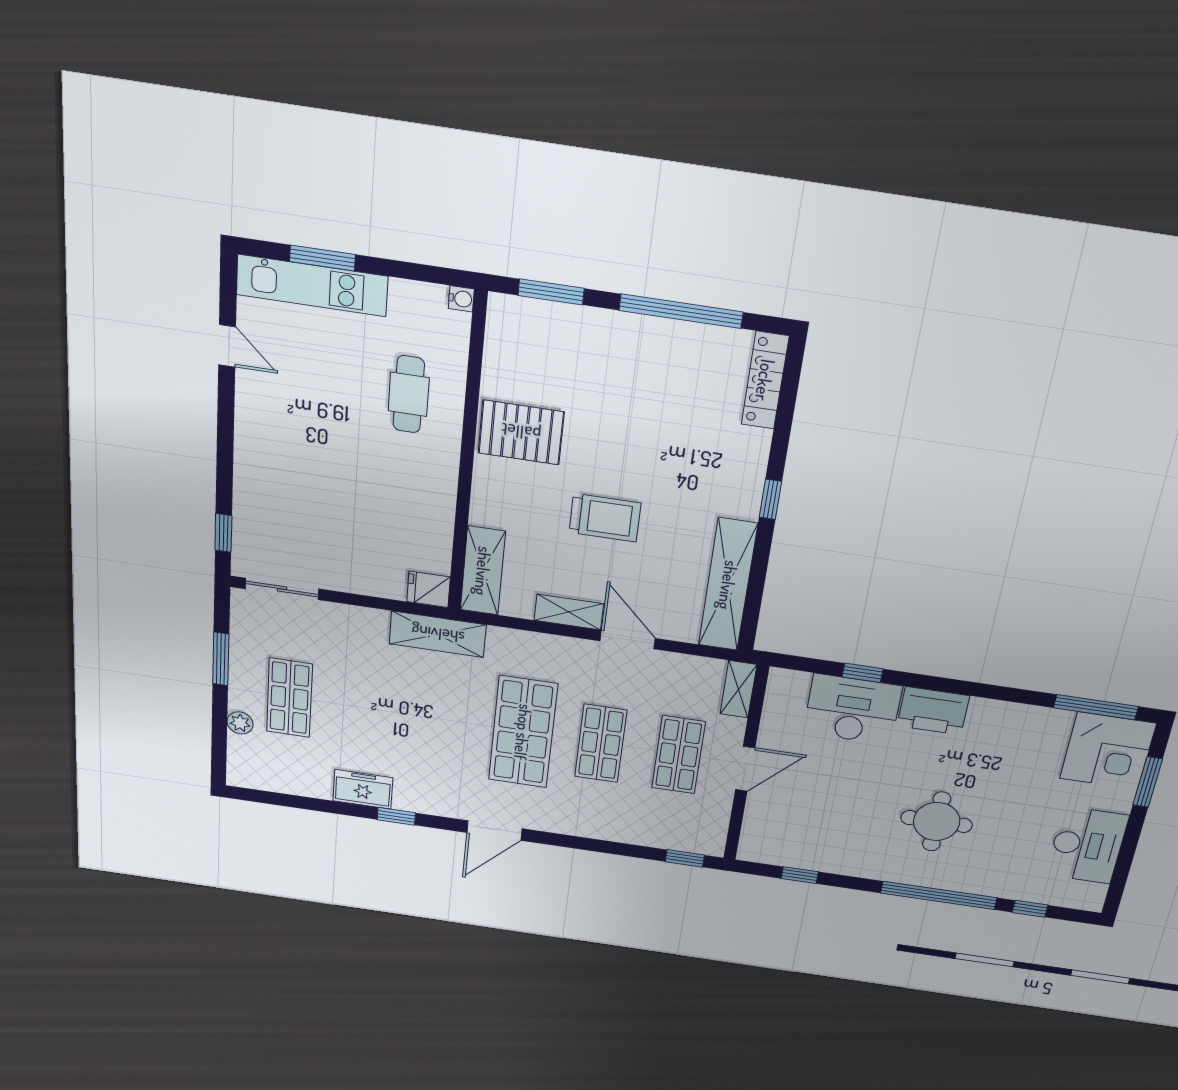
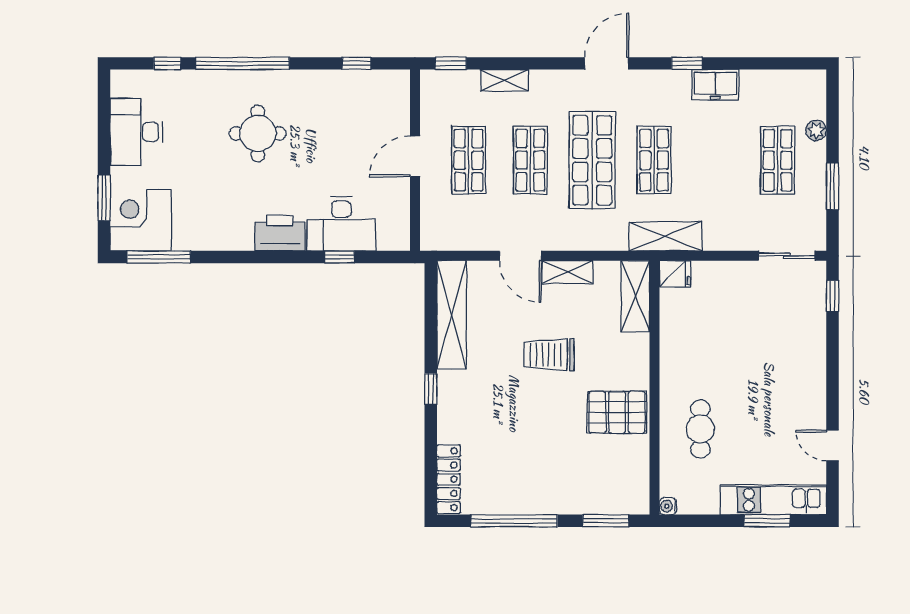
shelving: (738, 689) -> (504, 80), moved, turned 90
shop shelf: (445, 721) -> (654, 160), added

